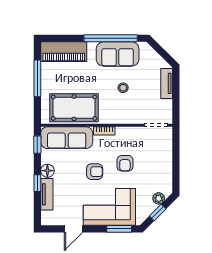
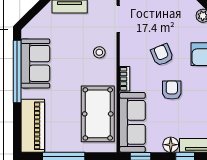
stool: (123, 88) -> (99, 52), moved
armchair: (125, 163) -> (162, 55), turned -113

